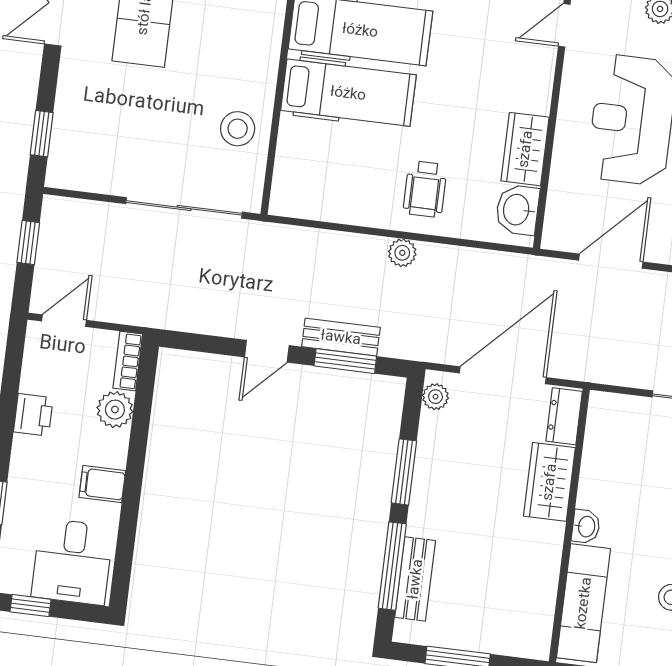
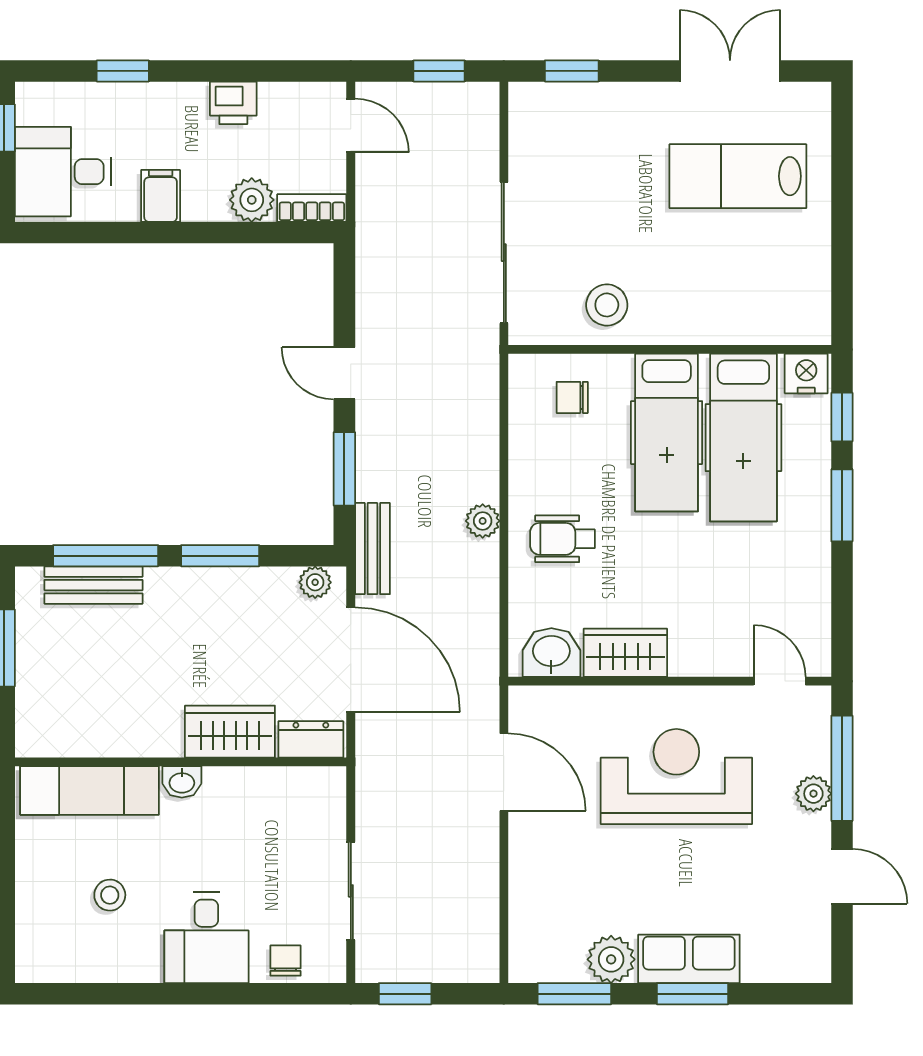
chair: (310, 167) -> (572, 397), added
bench: (341, 337) -> (372, 549), moved

